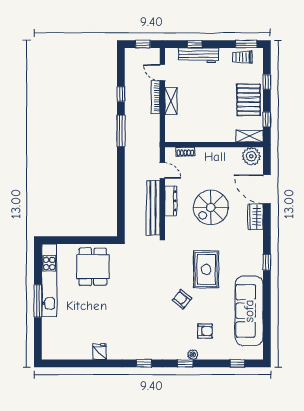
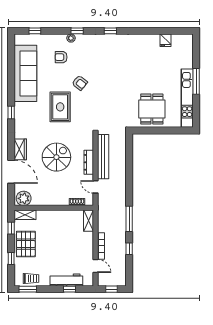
shelving: (171, 101) -> (89, 221), moved
fridge: (99, 352) -> (166, 40), moved

